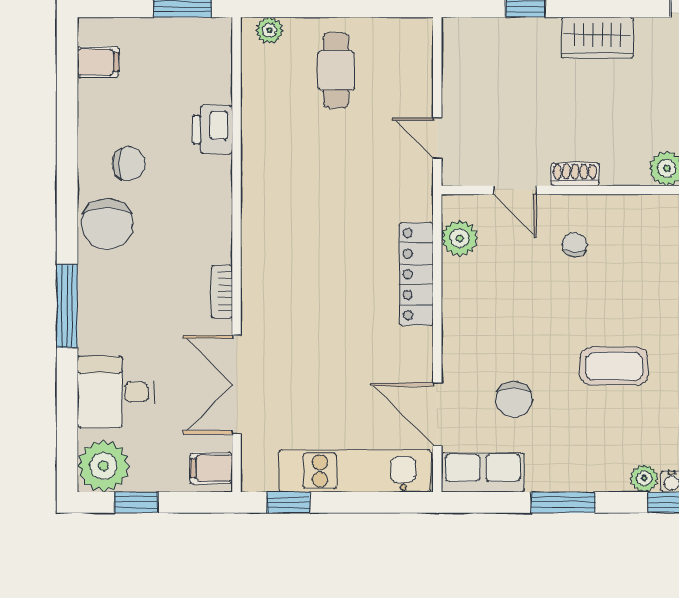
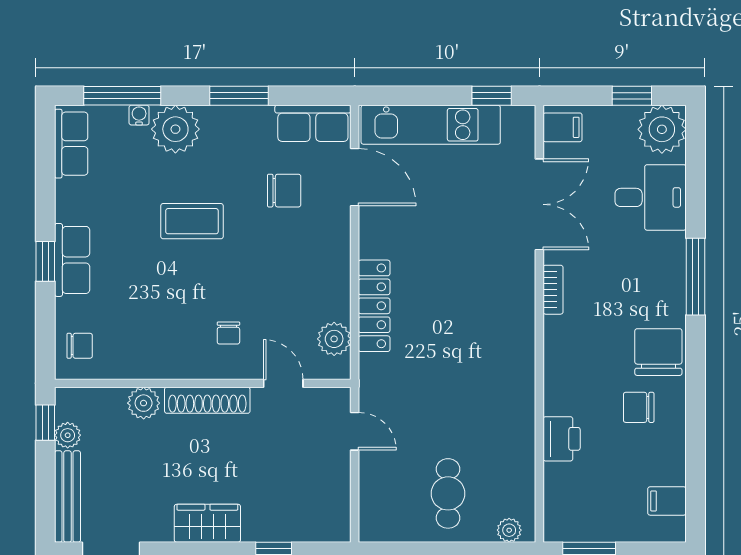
shoe rack: (575, 174) -> (207, 400), width x1.94, depth x1.24
chair: (514, 399) -> (284, 191), turned 90
plant: (644, 478) -> (175, 129), width x1.88, depth x1.88

